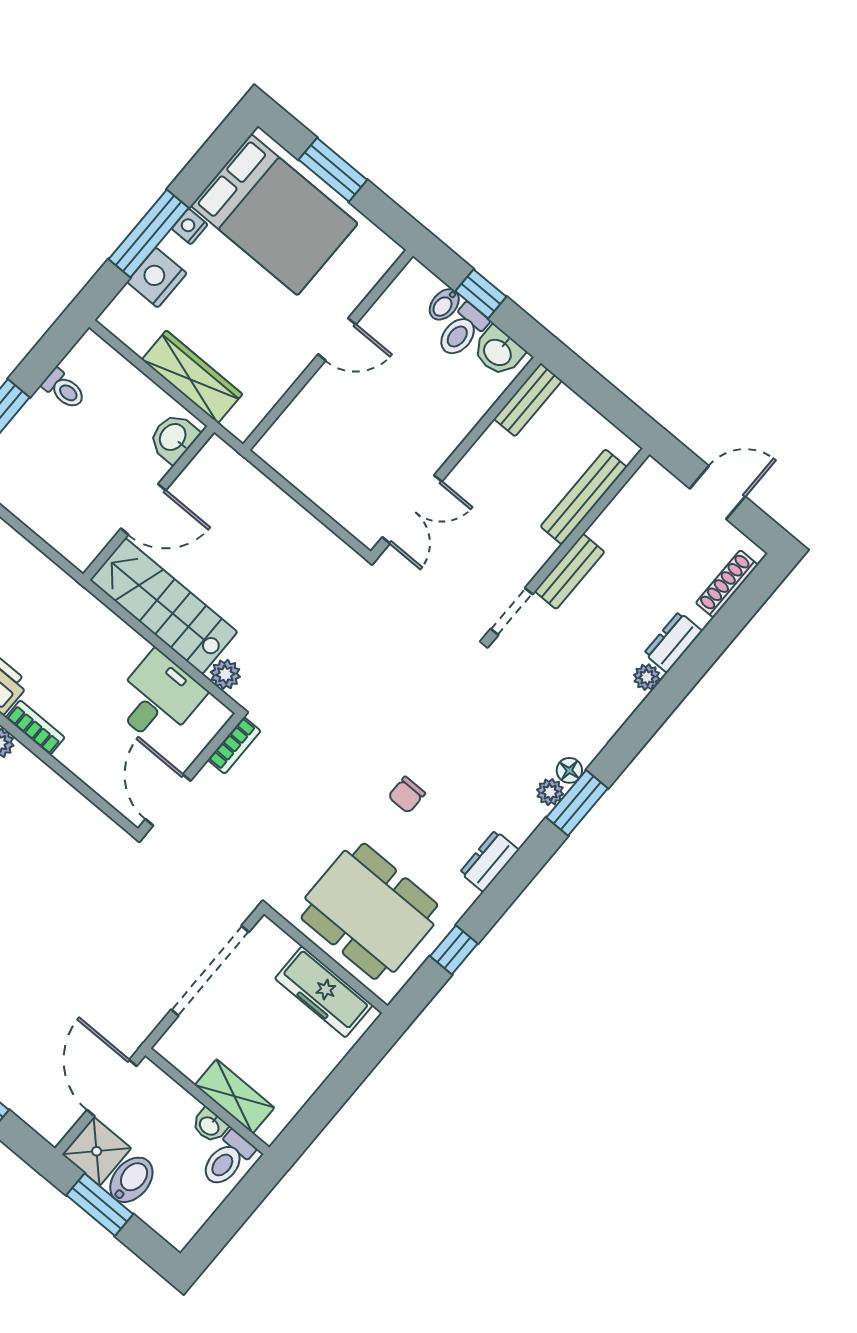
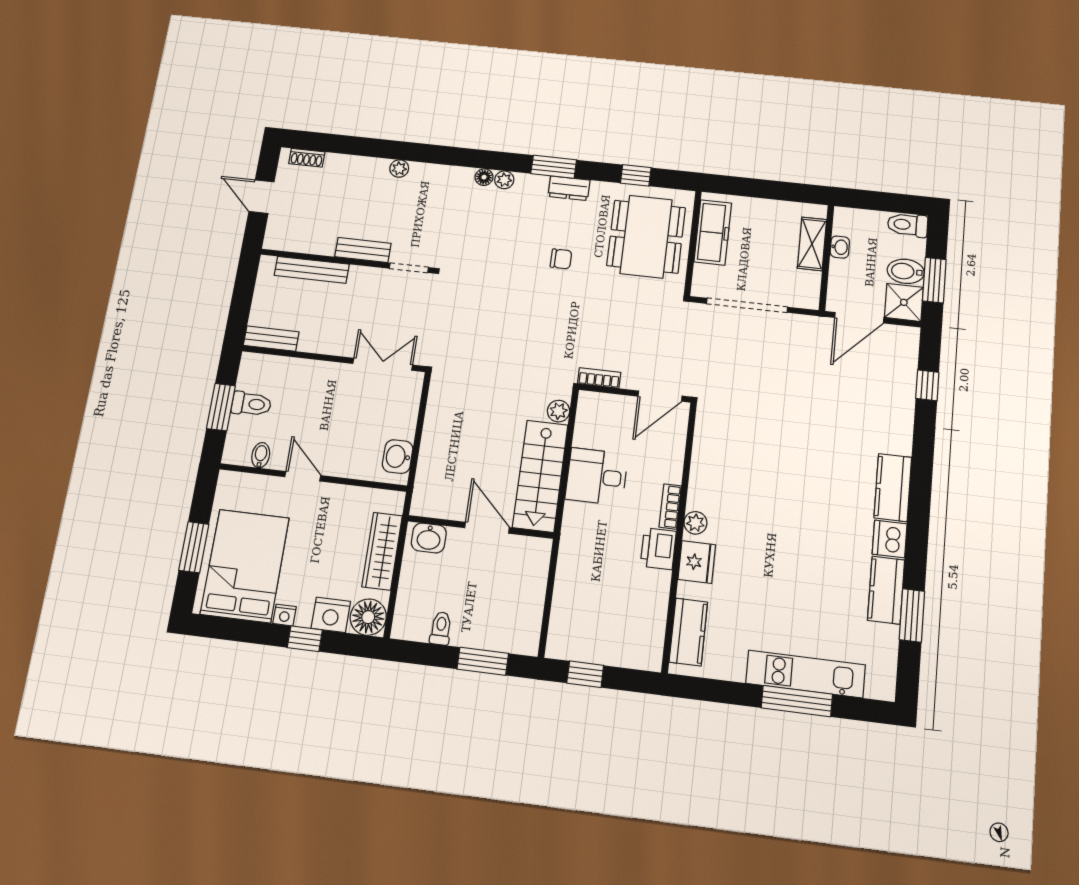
window: (149, 233) -> (305, 639), width x0.46
window: (481, 294) -> (221, 407), width x1.50
bidet: (444, 304) -> (261, 455), moved, turned -90
floor lamp: (128, 317) -> (368, 617), added
washbasin: (498, 352) -> (398, 457), moved, turned 180
shoe rack: (727, 584) -> (307, 158), width x0.70
dresser: (673, 642) -> (369, 167), removed
desk: (158, 698) -> (597, 477), moved
window: (577, 803) -> (554, 167), moved
toilet: (227, 1159) -> (908, 225), moved, turned 180

